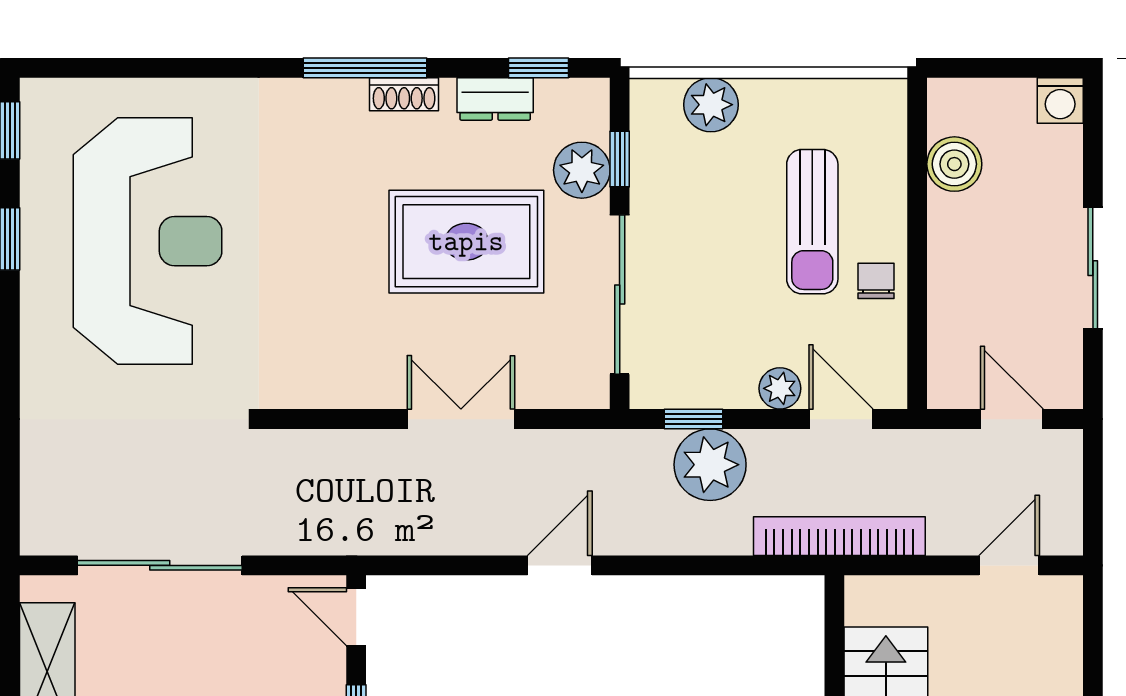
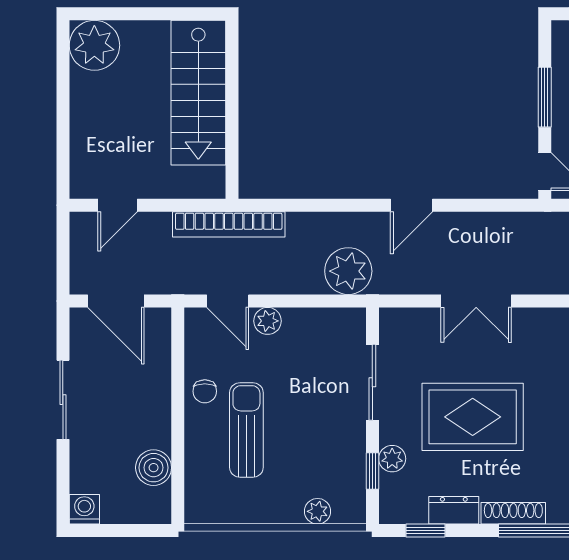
shoe rack: (404, 94) -> (513, 513), width x1.43
plant: (711, 105) -> (318, 511), width x0.73, depth x0.73
plant: (582, 170) -> (392, 459), width x0.73, depth x0.73
sliding door: (620, 295) -> (372, 382), width x0.73
window: (694, 419) -> (324, 301), removed
door: (1012, 419) -> (116, 301), width x1.38
plant: (710, 465) -> (348, 271), moved

